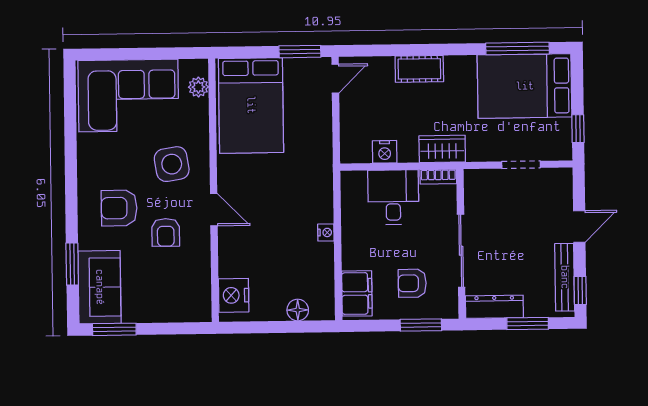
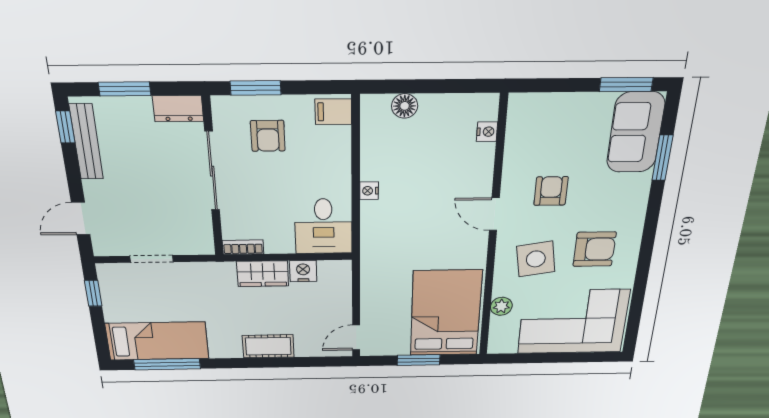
window: (300, 52) -> (419, 360), moved
bed: (525, 86) -> (157, 341), width x0.67
plant: (198, 87) -> (501, 306), moved
wardrobe: (442, 149) -> (263, 274), moved
desk: (393, 197) -> (323, 226), moved
armchair: (119, 208) -> (595, 249), moved
door: (579, 226) -> (81, 218), moved
armchair: (412, 283) -> (268, 136), turned 90
filing cabinet: (357, 293) -> (333, 112), width x0.50
nightstand: (234, 295) -> (487, 132), width x0.53, depth x0.56
dresser: (494, 307) -> (178, 109), width x0.70

